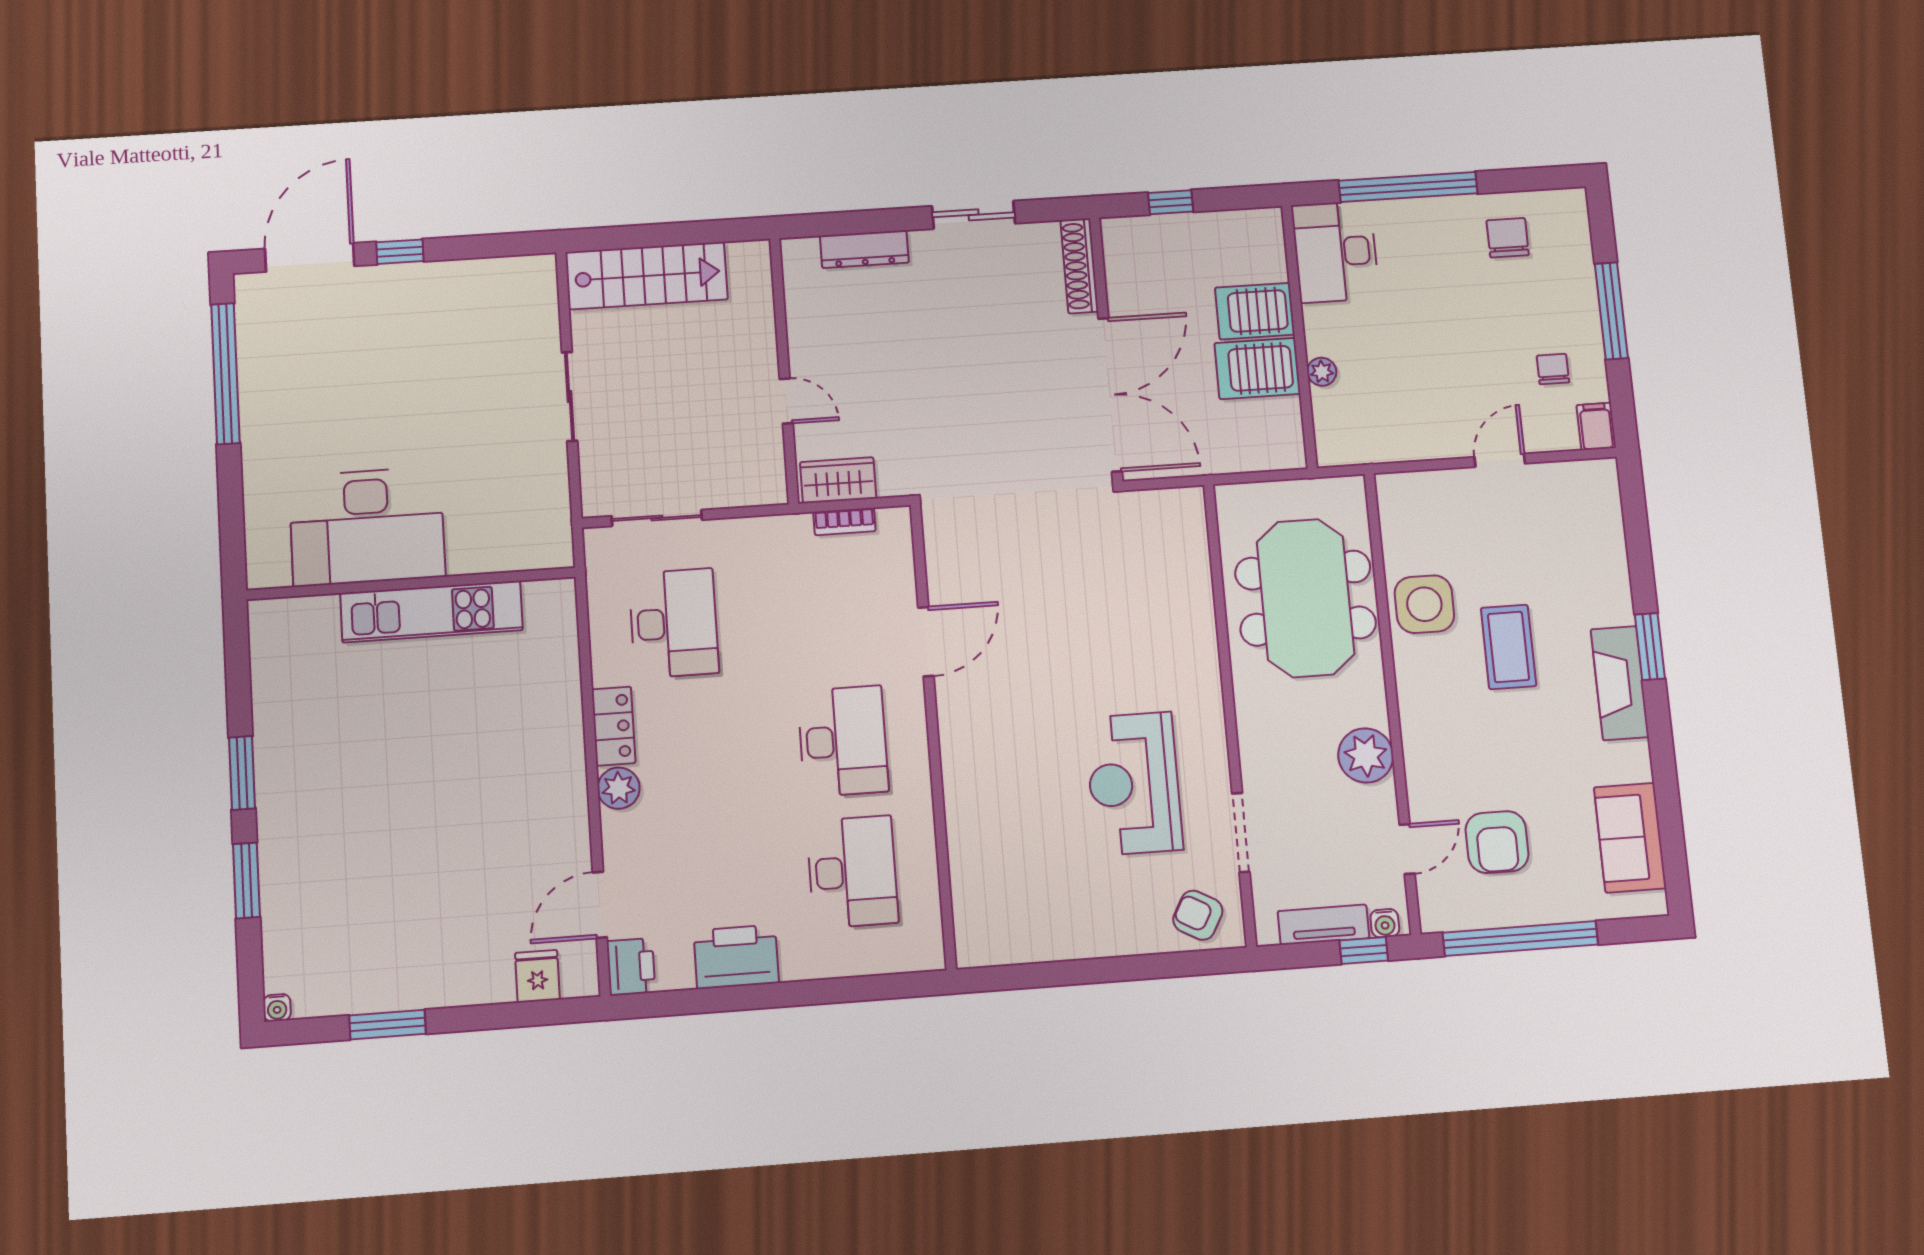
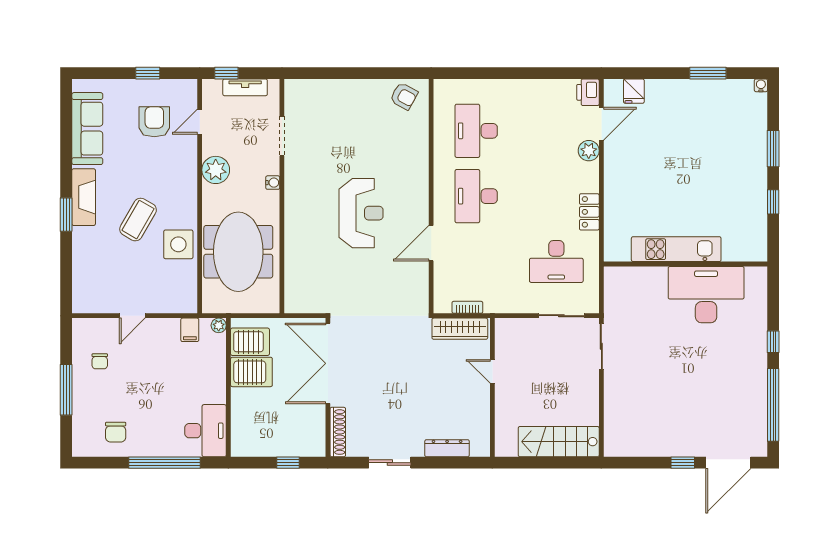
server rack: (1255, 311) -> (250, 342), moved
plant: (1322, 372) -> (219, 325), moved
sliding door: (570, 397) -> (601, 346), moved
filing cabinet: (1596, 426) -> (190, 330), moved
wardrobe: (838, 480) -> (460, 329), width x1.50
window: (231, 496) -> (773, 342), added
desk: (367, 527) -> (706, 295), moved
wall: (411, 584) -> (686, 264), moved
kitchen unit: (431, 612) -> (676, 249), moved
desk: (674, 623) -> (556, 261), turned -90
coffee table: (1508, 647) -> (138, 220), turned 30
window: (242, 773) -> (773, 202), width x0.67
reception desk: (1134, 784) -> (361, 213), moved
plant: (619, 788) -> (589, 151), moved
sofa: (1630, 838) -> (87, 129), width x1.36
armchair: (1198, 915) -> (404, 96), moved
water cooler: (1385, 923) -> (273, 183), moved, turned 90
window: (1520, 939) -> (148, 73), width x0.32
printer: (736, 957) -> (536, 93), removed

